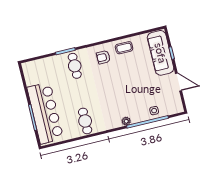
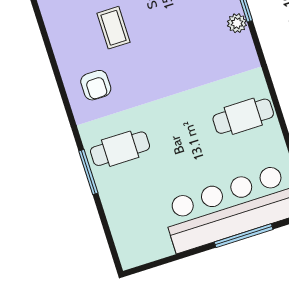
coffee table: (124, 48) -> (113, 28), moved

